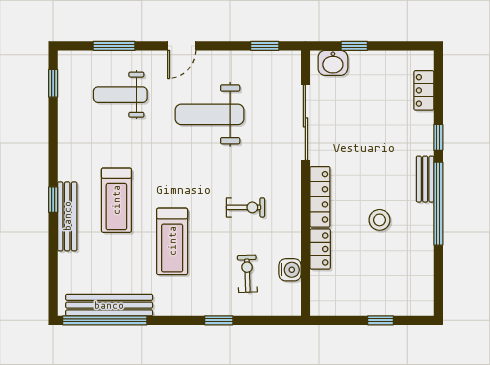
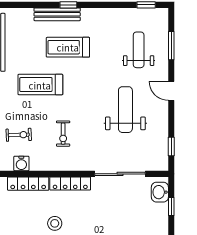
locker: (320, 249) -> (28, 184), width x1.53

